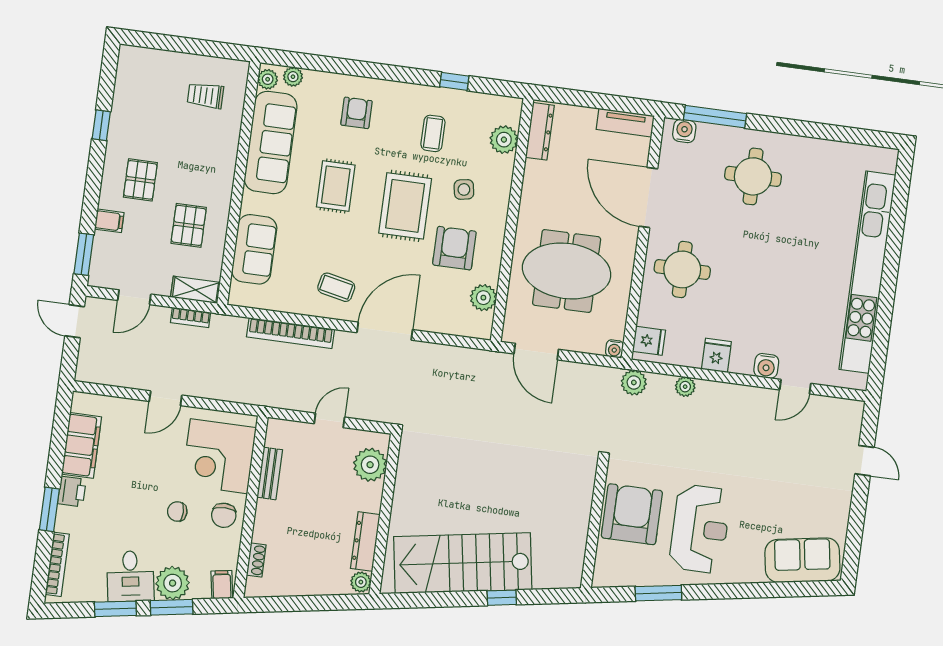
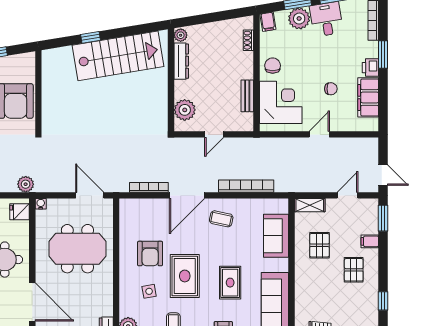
plant: (483, 298) -> (128, 225), removed
bookcase: (191, 317) -> (149, 187), moved, width x1.56
chair: (177, 512) -> (331, 89), moved

